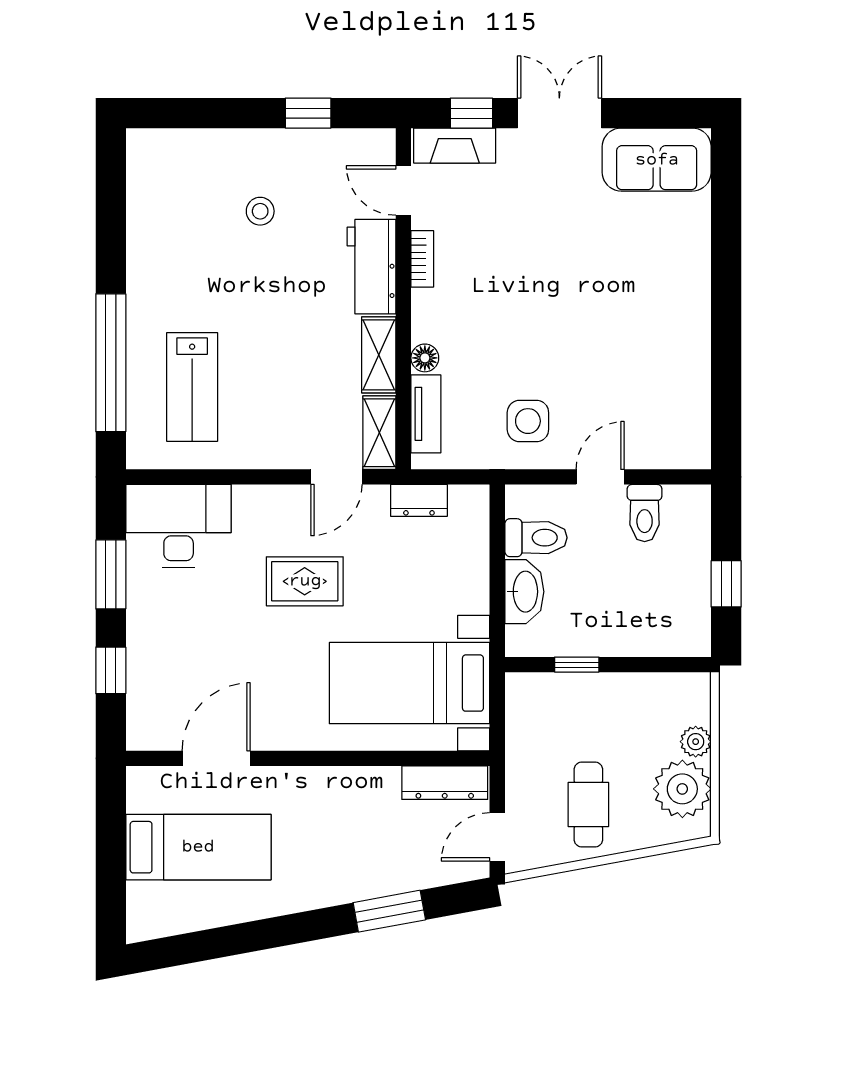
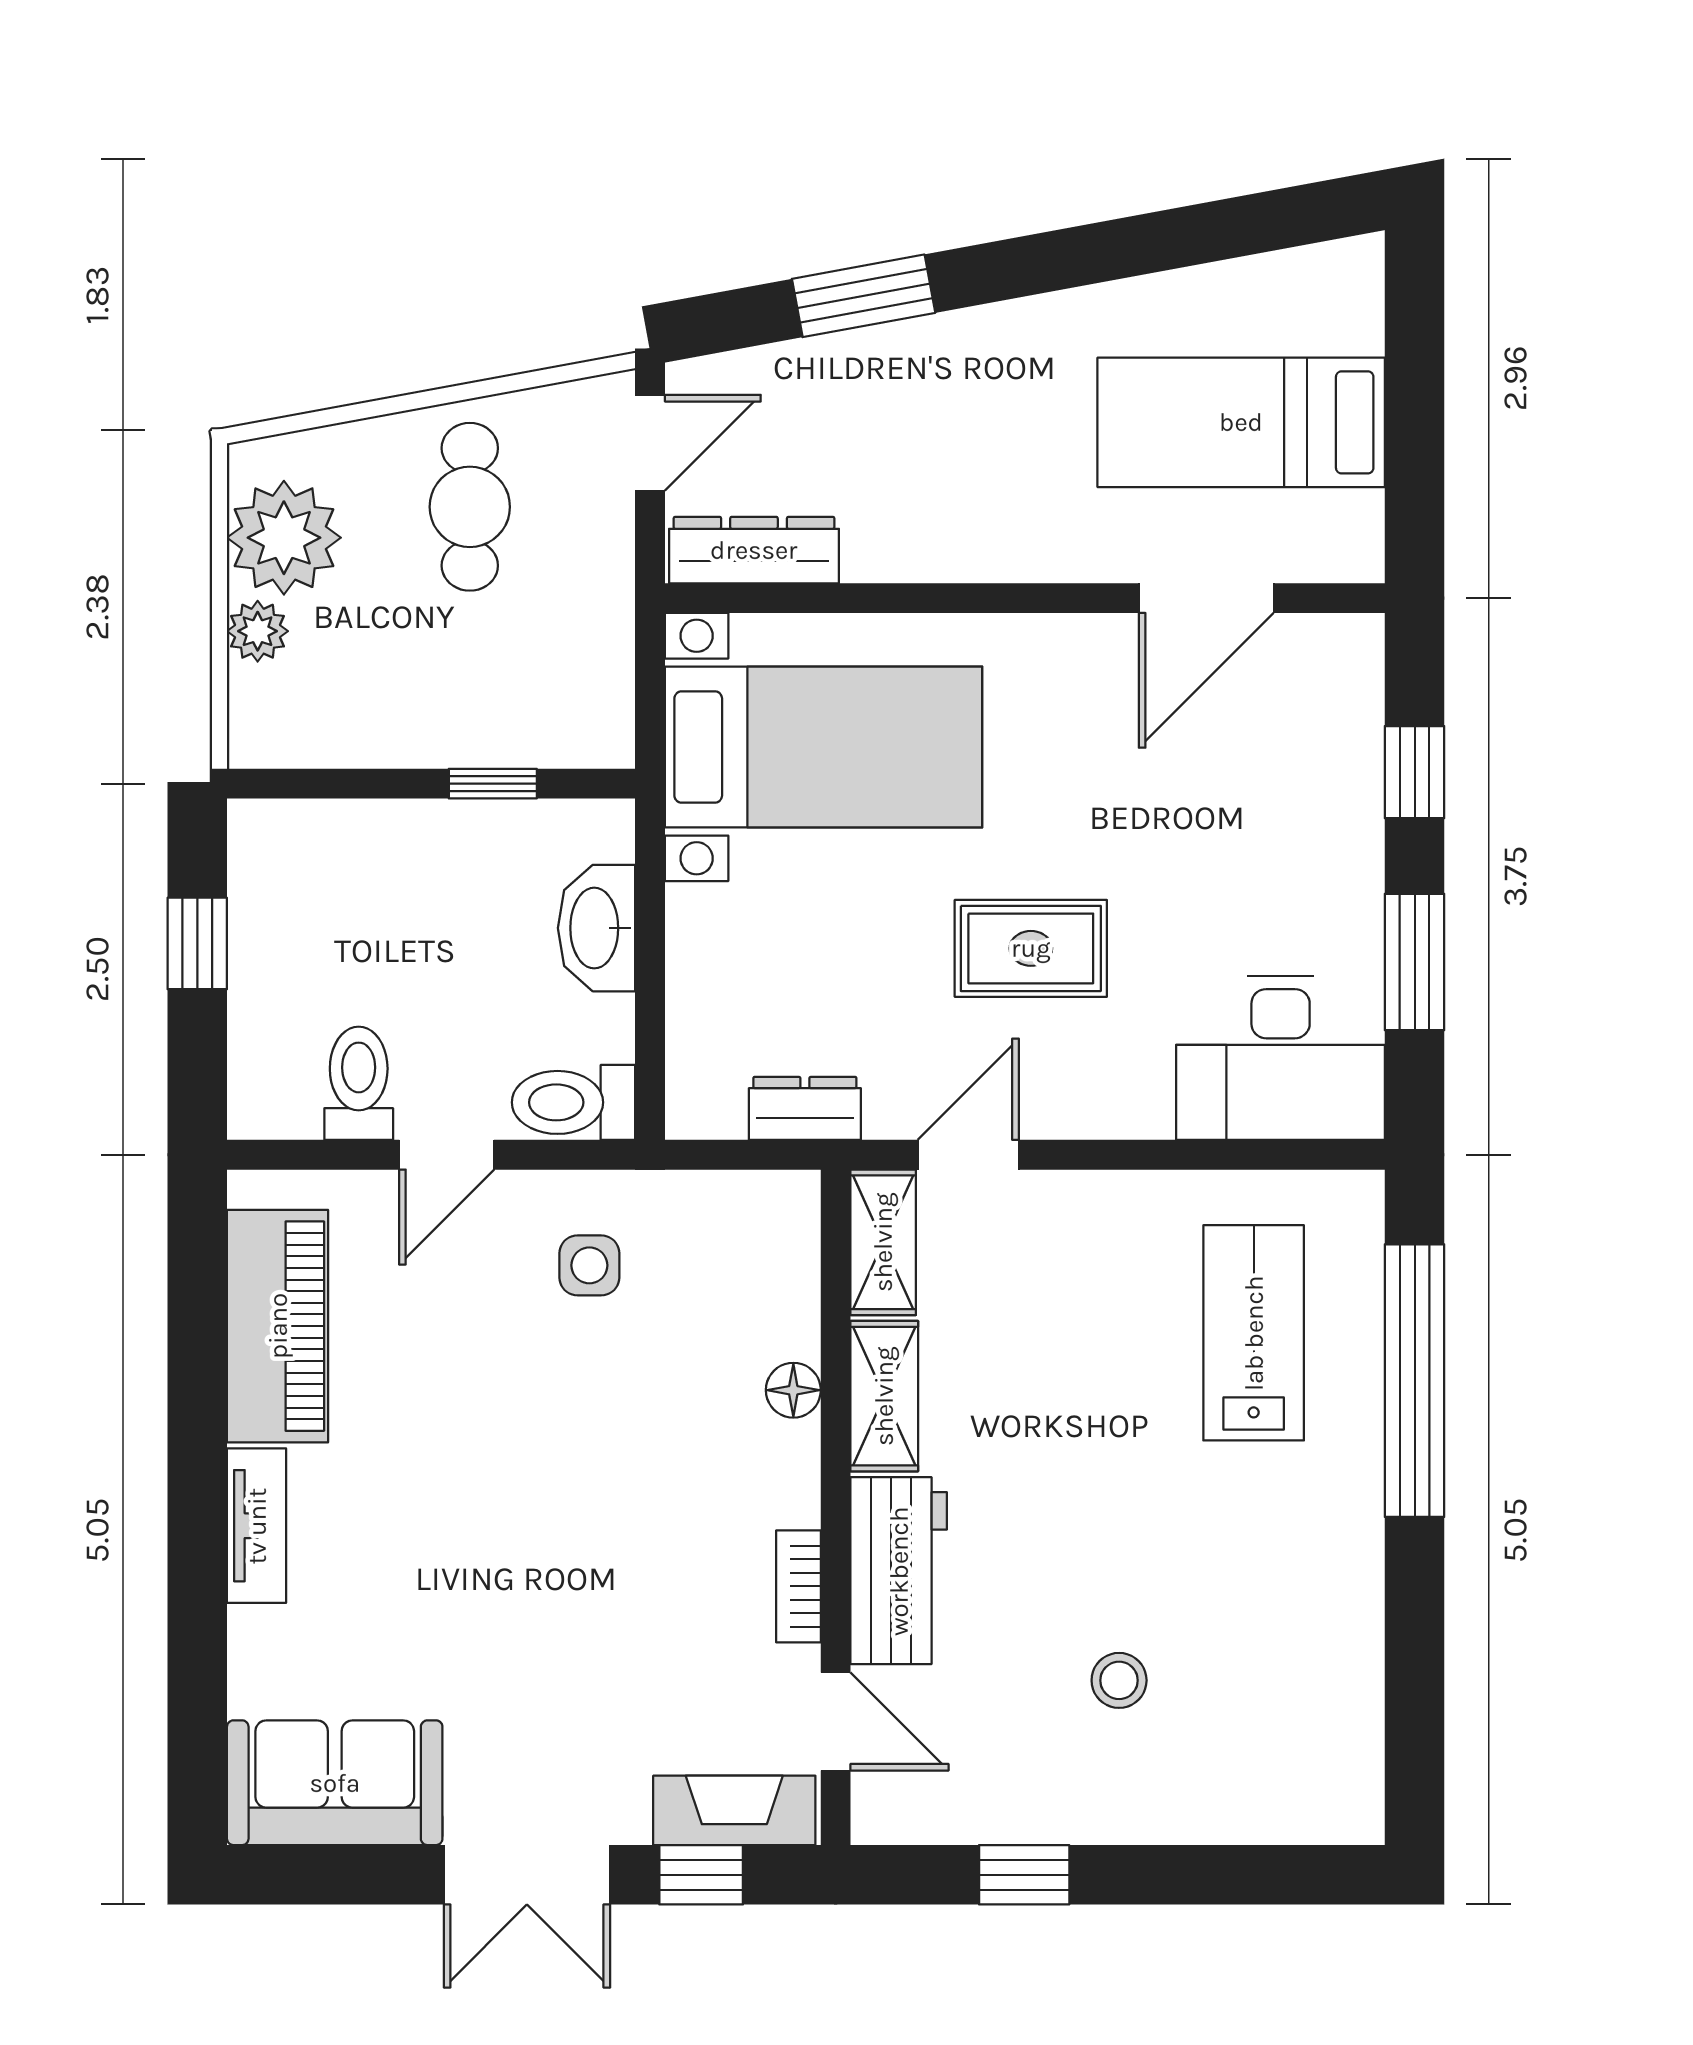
piano: (686, 390) -> (278, 1326), added
tv unit: (426, 414) -> (257, 1526), moved, turned 180
side table: (528, 421) -> (589, 1265), width x0.73, depth x0.73
toilet: (536, 538) -> (573, 1102), moved

